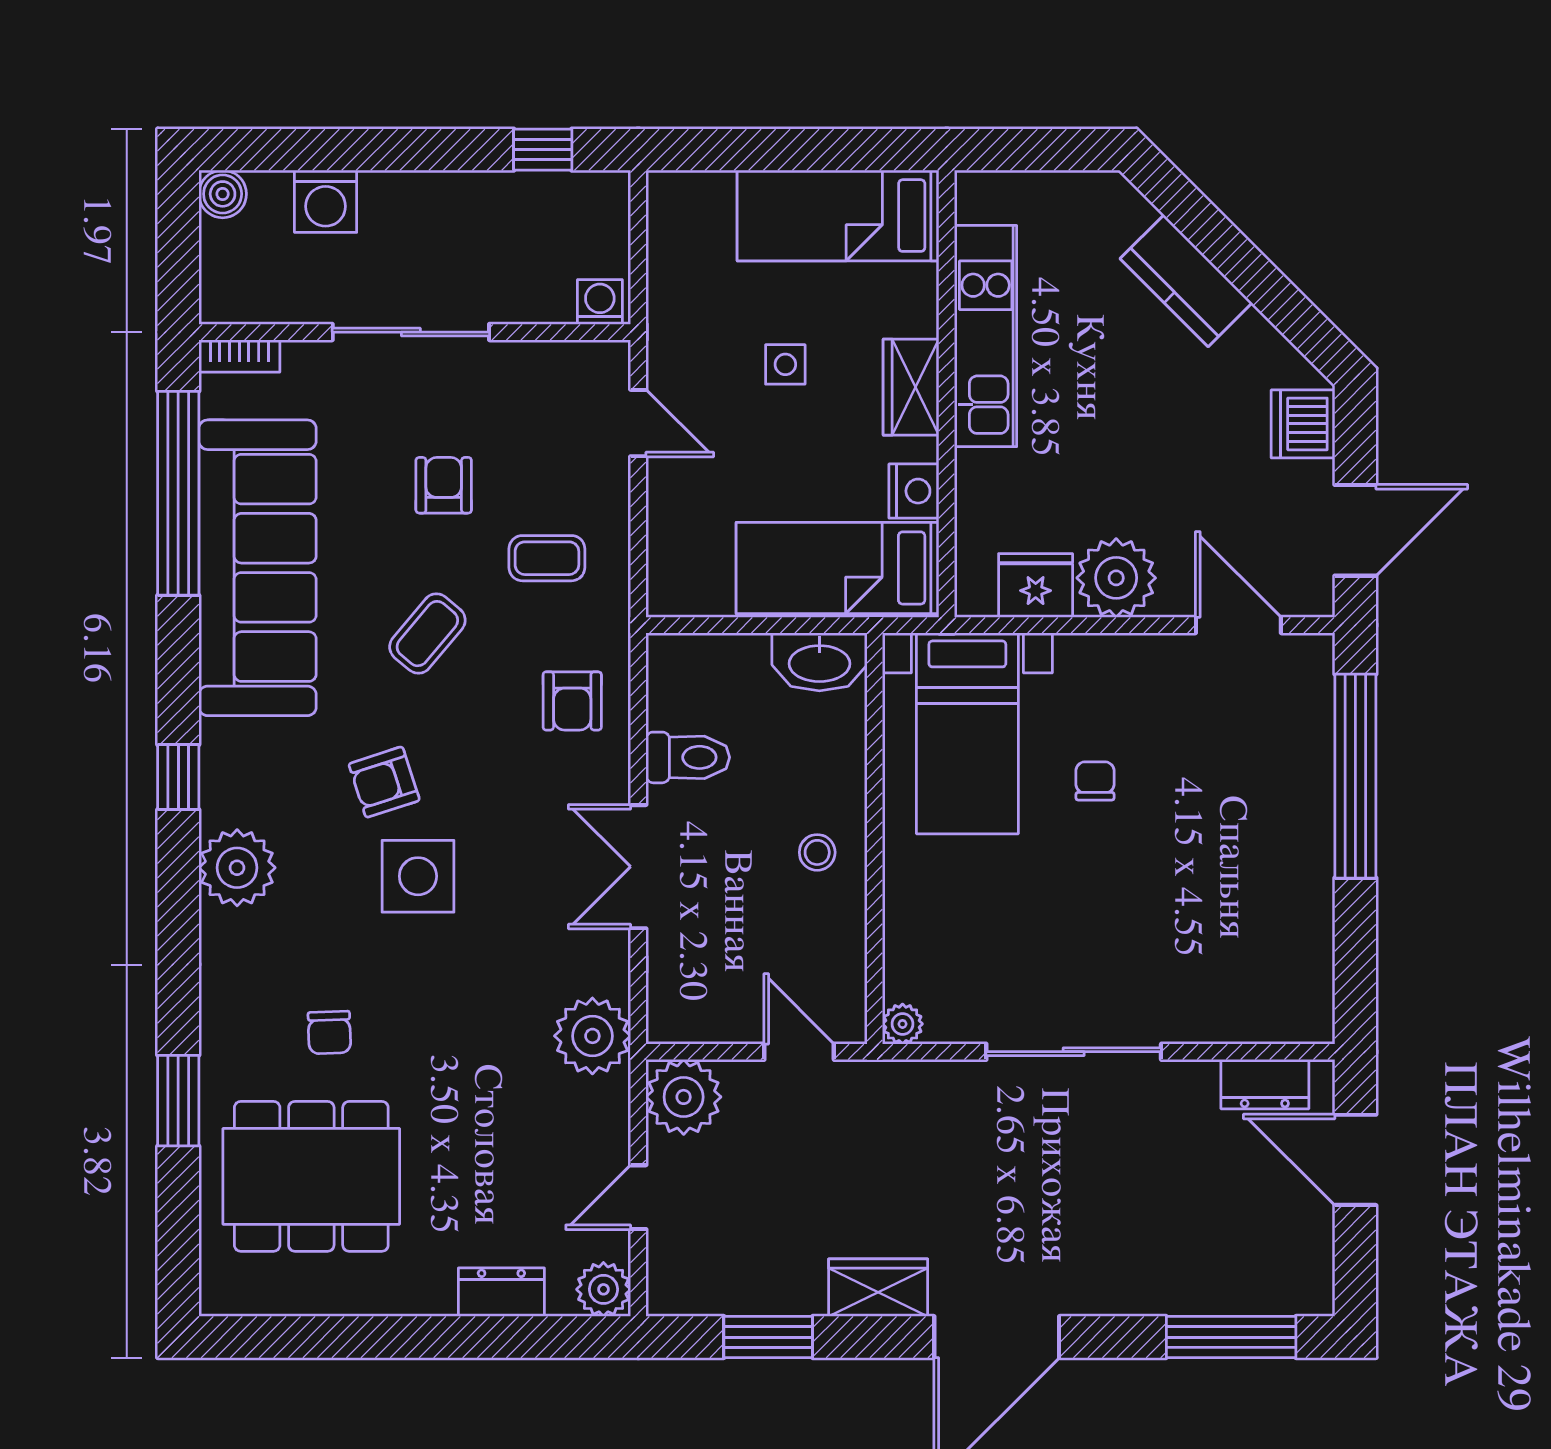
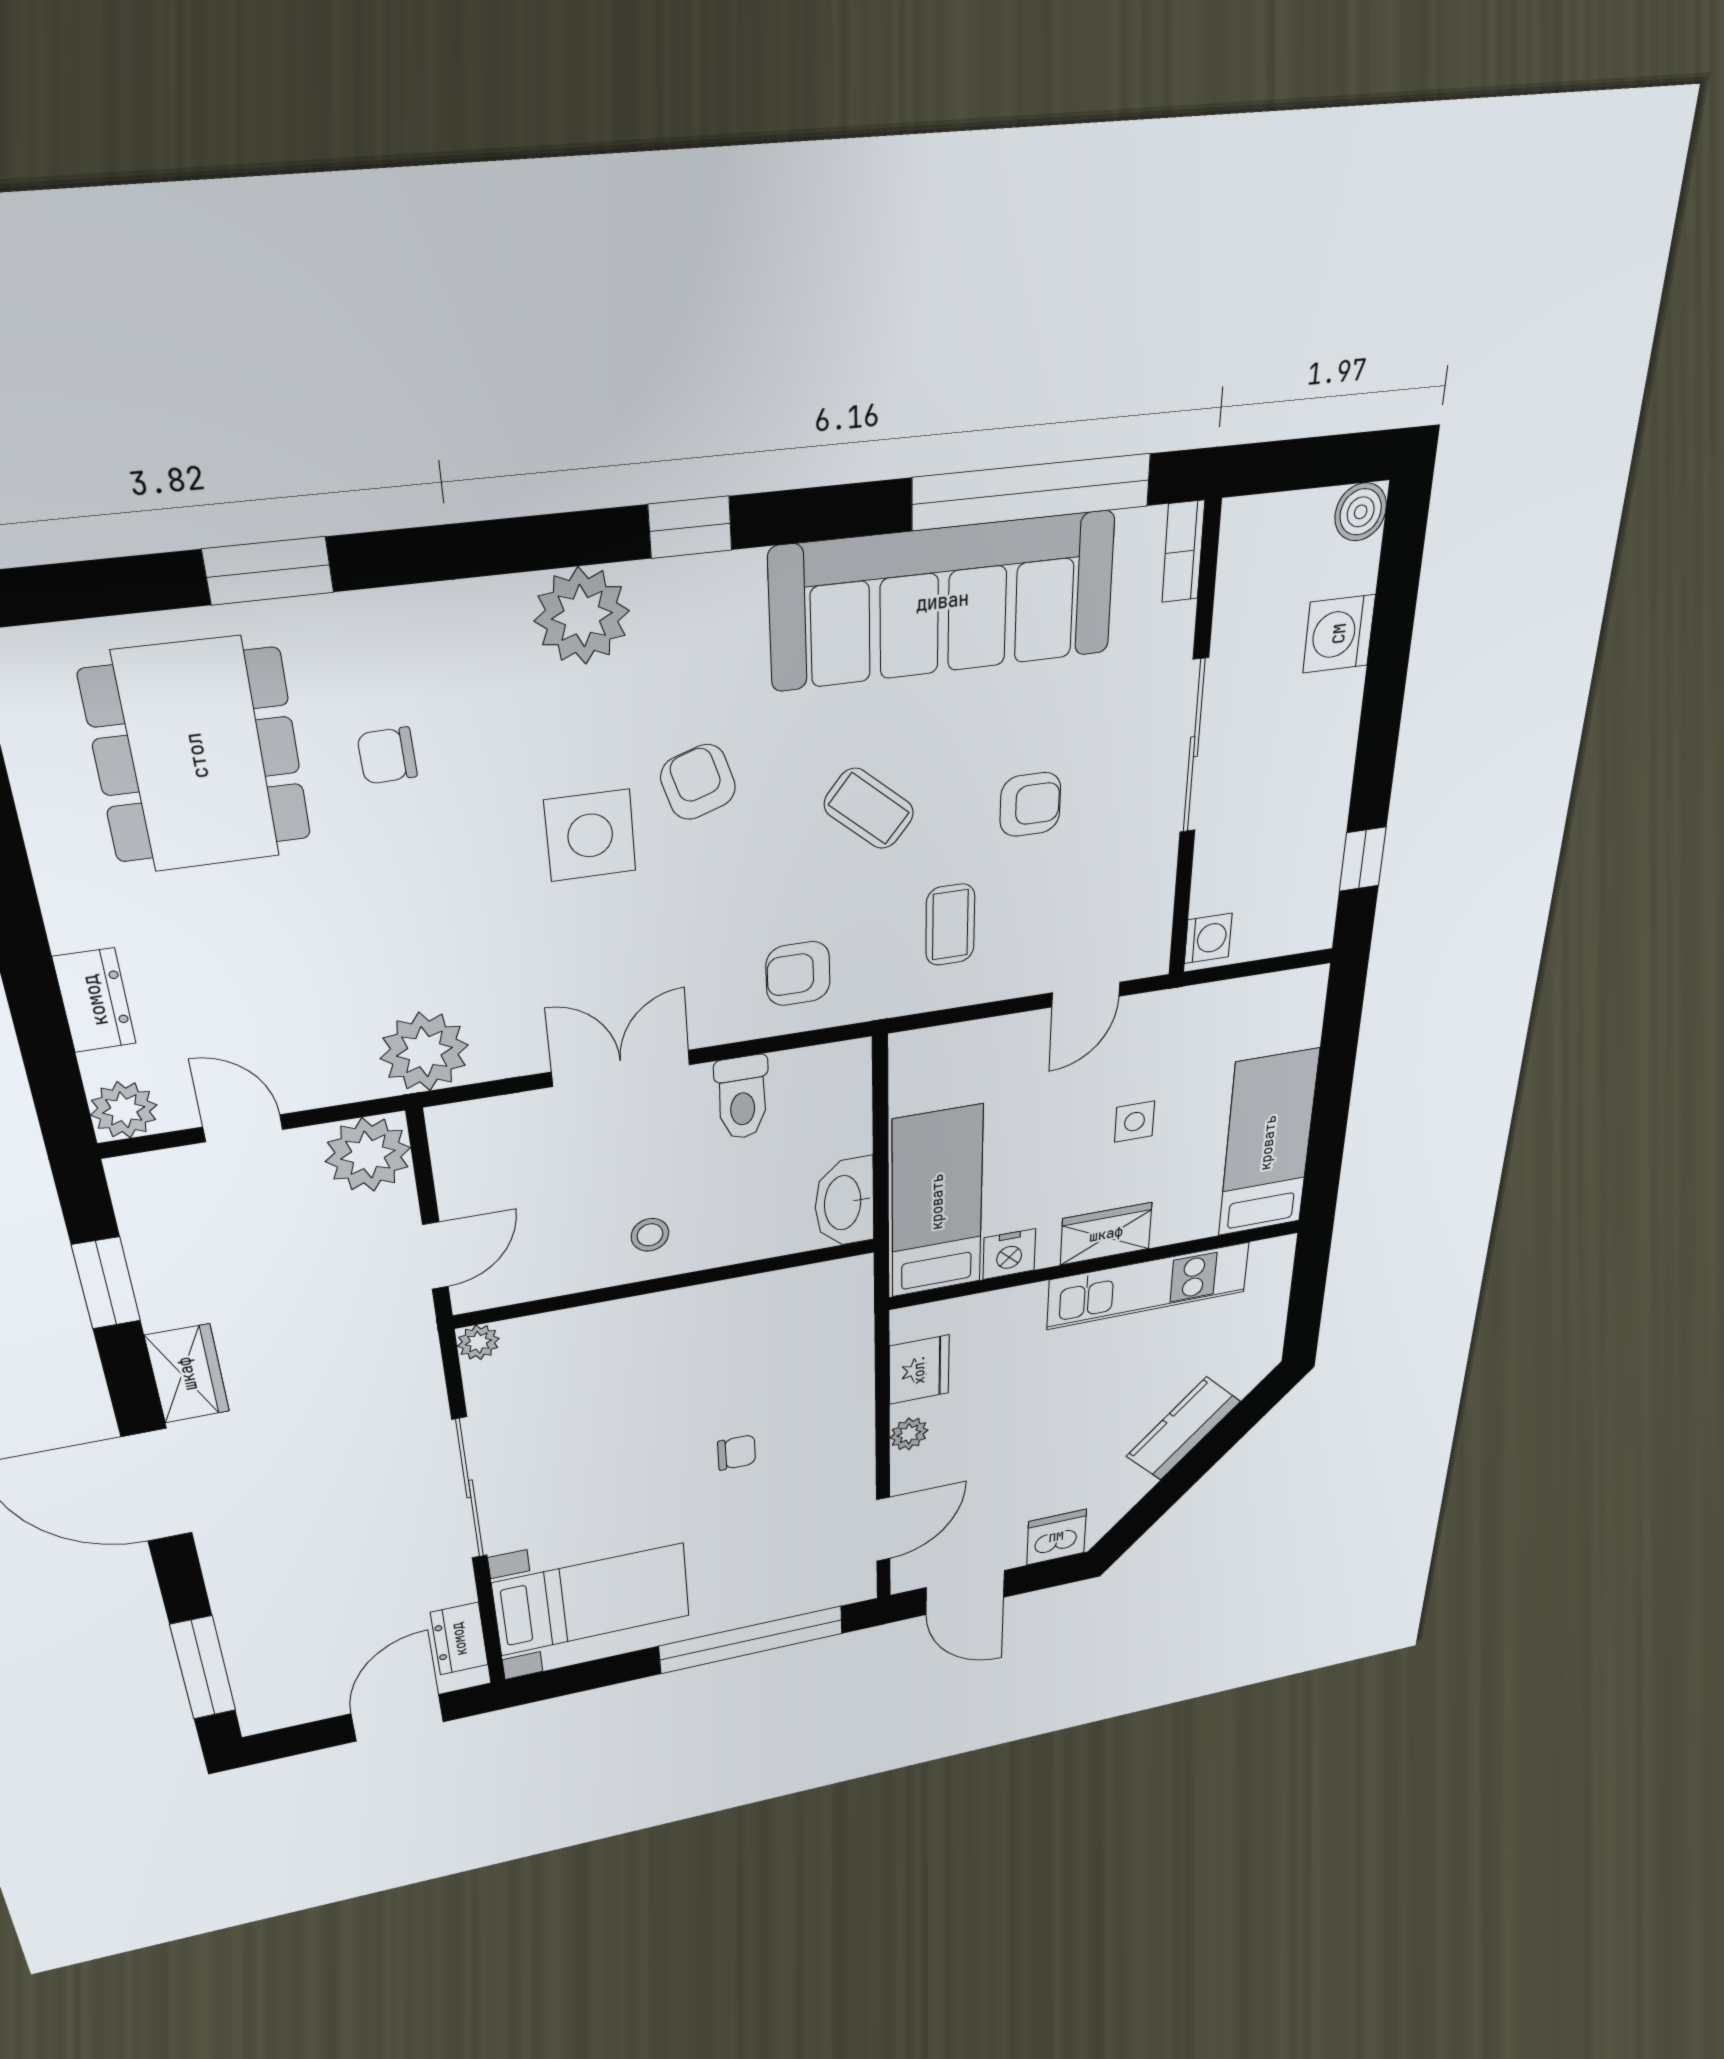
plant: (1116, 578) -> (909, 1434), width x0.53, depth x0.53
bed with nightstands: (967, 733) -> (592, 1599), moved, turned 180

